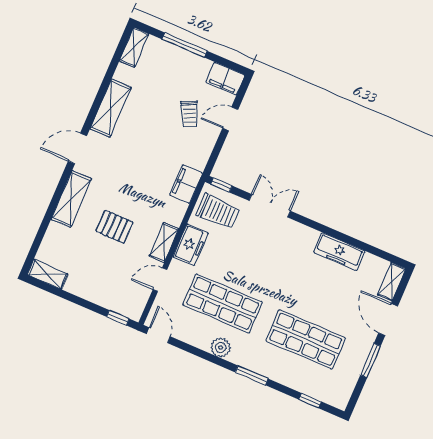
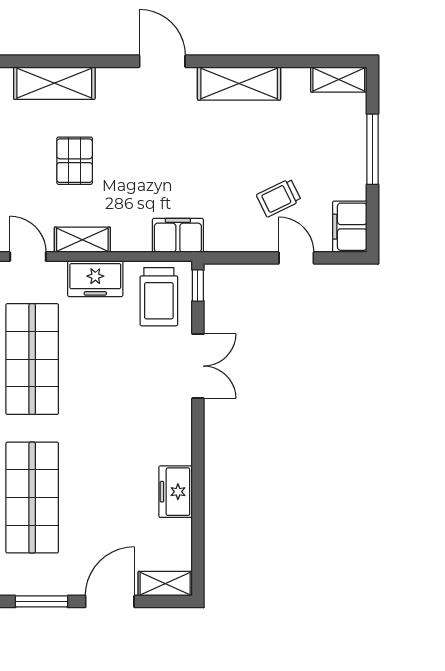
shelving: (71, 199) -> (54, 83), moved
freezer: (339, 252) -> (176, 492), width x0.71

